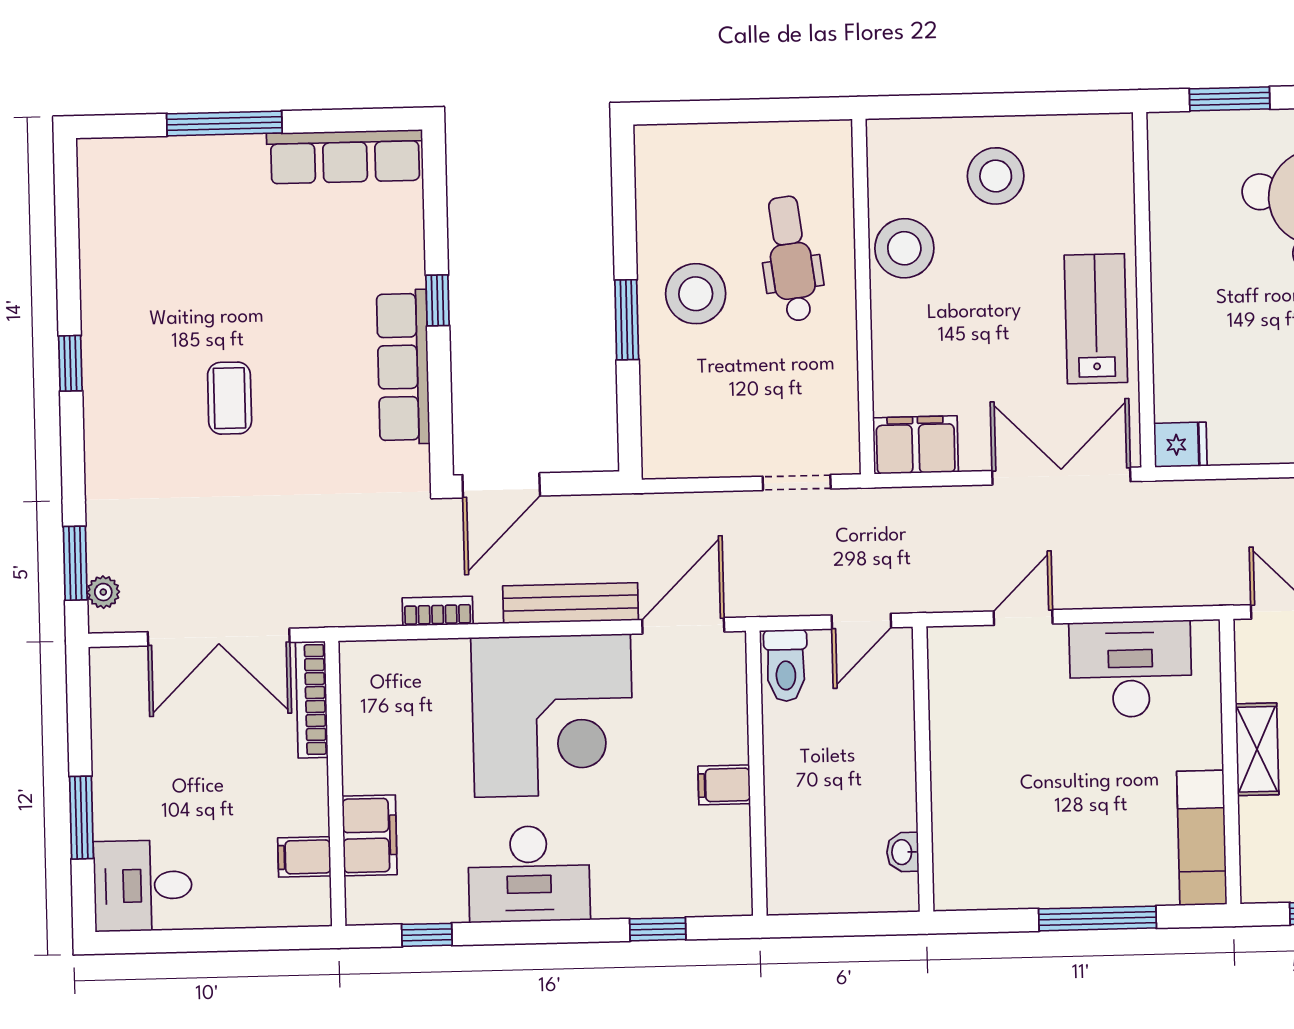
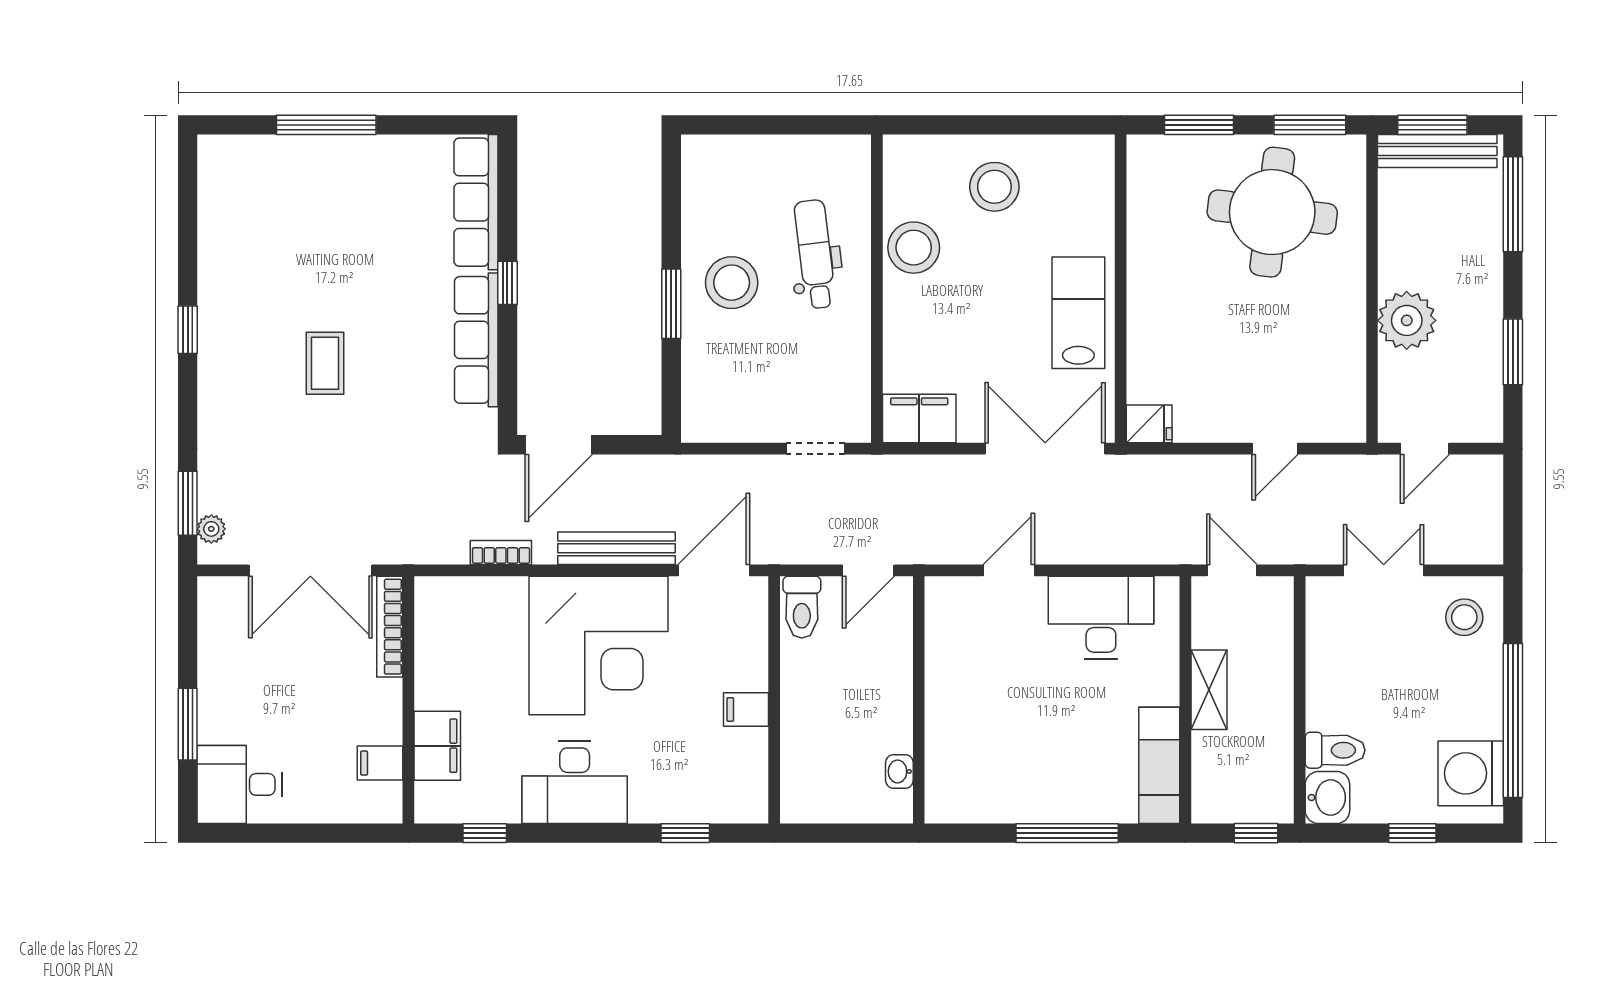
row of seats: (345, 157) -> (476, 202), moved, turned 90

